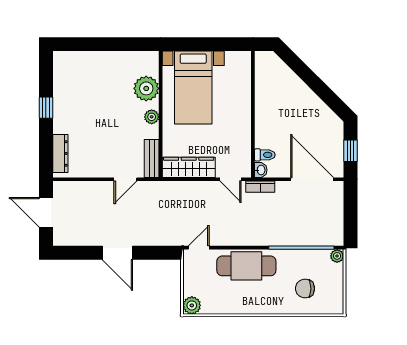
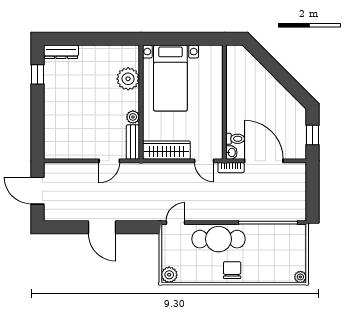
window: (46, 108) -> (37, 74), moved
plant: (152, 117) -> (133, 117), moved
dresser: (60, 153) -> (61, 52), moved, turned 90
door: (312, 179) -> (264, 161), moved
plant: (337, 256) -> (300, 277), moved
chair: (305, 289) -> (232, 270), moved, turned 90

